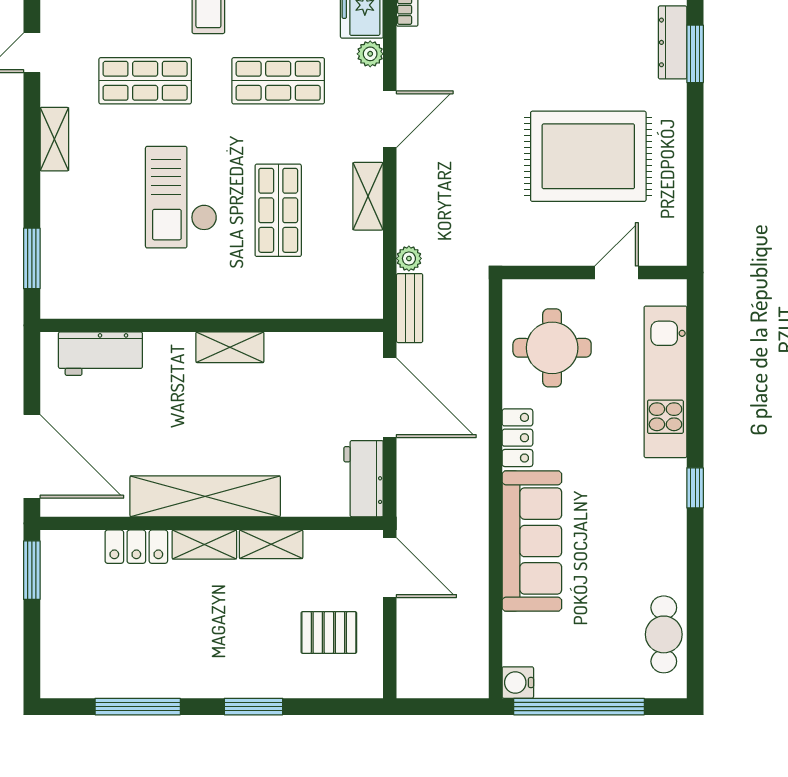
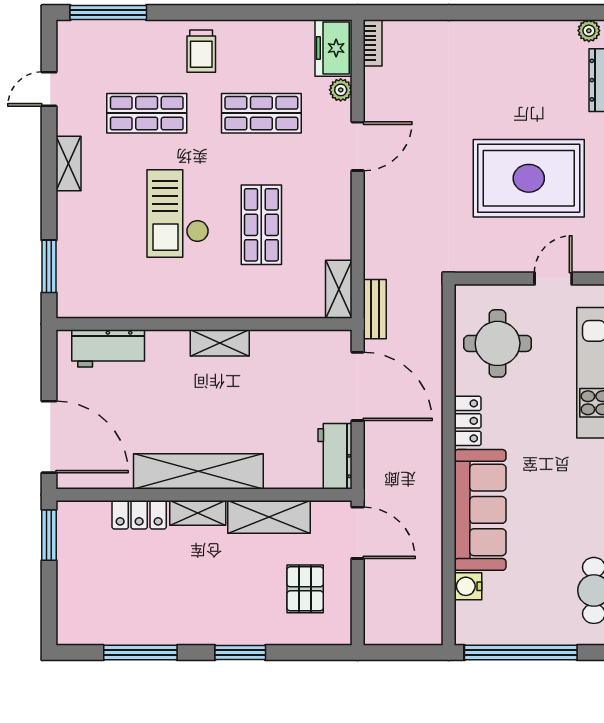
shelving: (368, 196) -> (339, 289), moved
plant: (409, 258) -> (374, 266), removed
shelving: (271, 544) -> (269, 517), width x1.50, depth x1.33
pallet: (329, 632) -> (305, 589), turned 90
water cooler: (518, 683) -> (468, 586), moved

